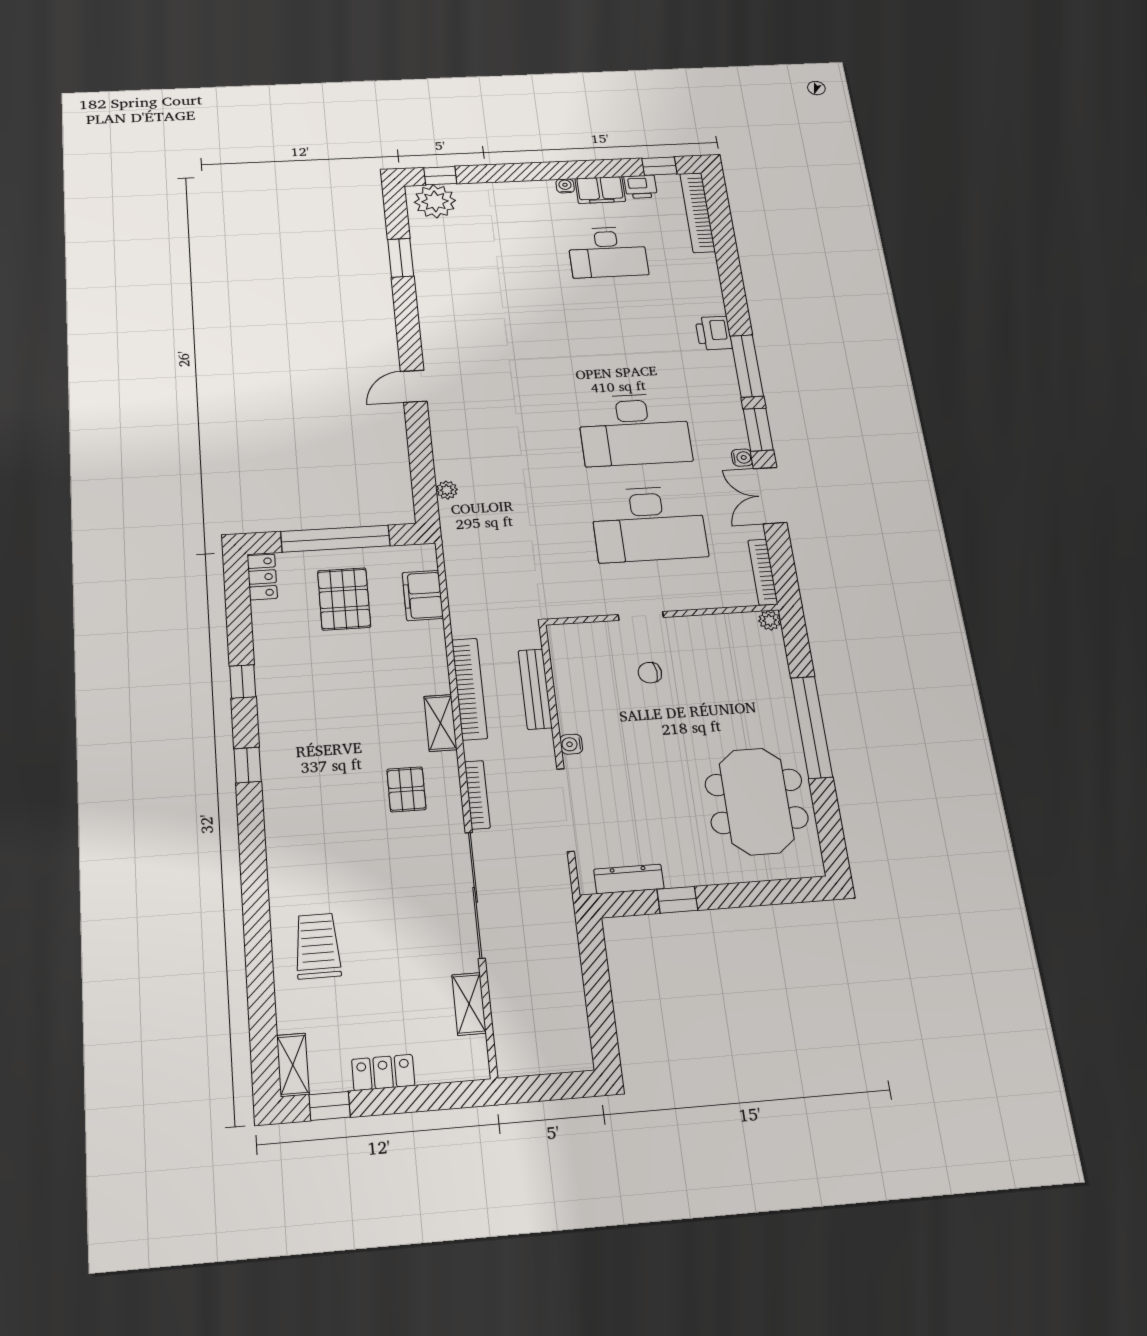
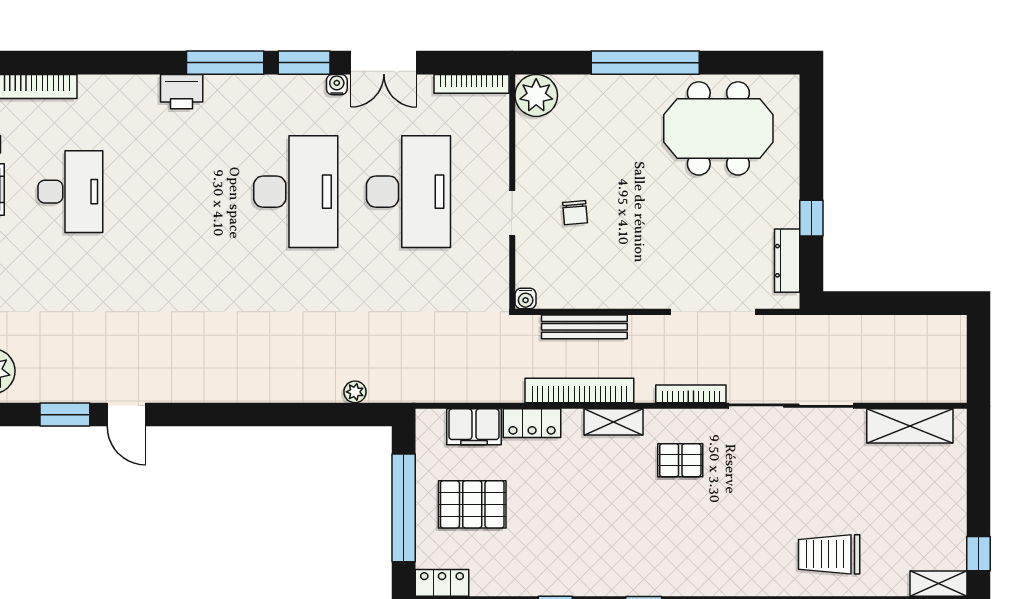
door: (414, 386) -> (126, 415), moved
plant: (770, 620) -> (536, 95), width x1.88, depth x1.88
water cooler: (571, 744) -> (526, 299), moved
shelving: (469, 1004) -> (910, 426), width x1.50, depth x1.33
locker: (383, 1072) -> (532, 423), moved, turned -90

